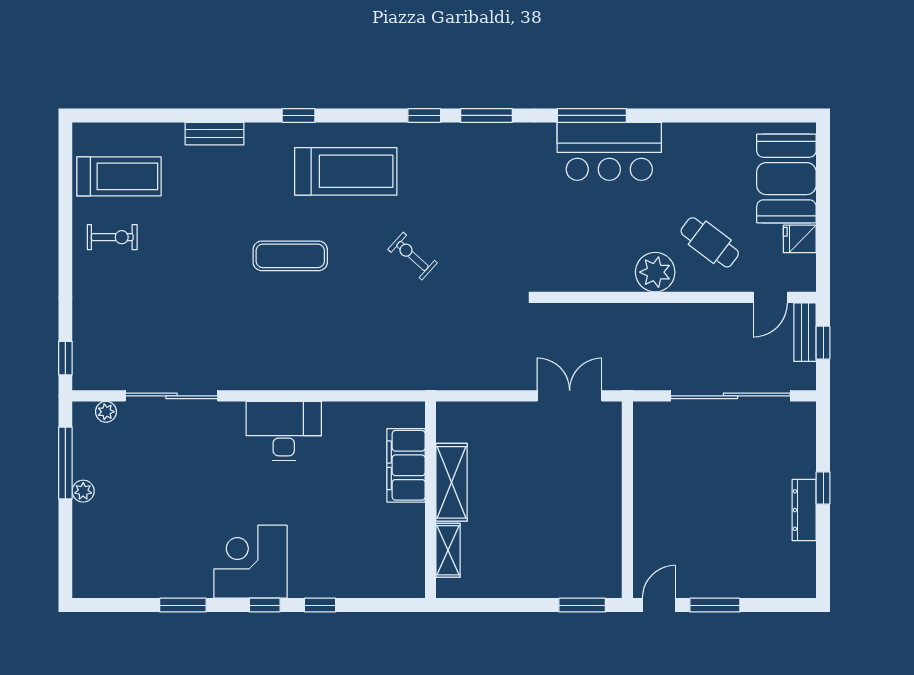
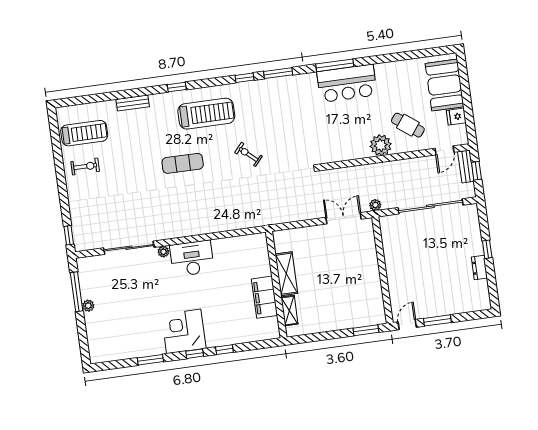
plant: (631, 380) -> (375, 205), added
plant: (106, 412) -> (163, 252), moved
filing cabinet: (406, 465) -> (265, 297), moved
dresser: (804, 510) -> (479, 268), width x0.70

